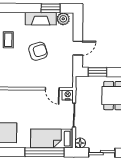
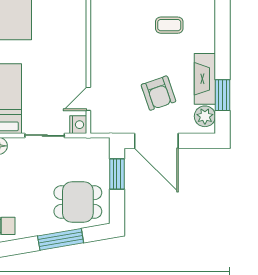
door: (78, 48) -> (156, 141), width x1.87
armchair: (38, 51) -> (158, 93), moved

